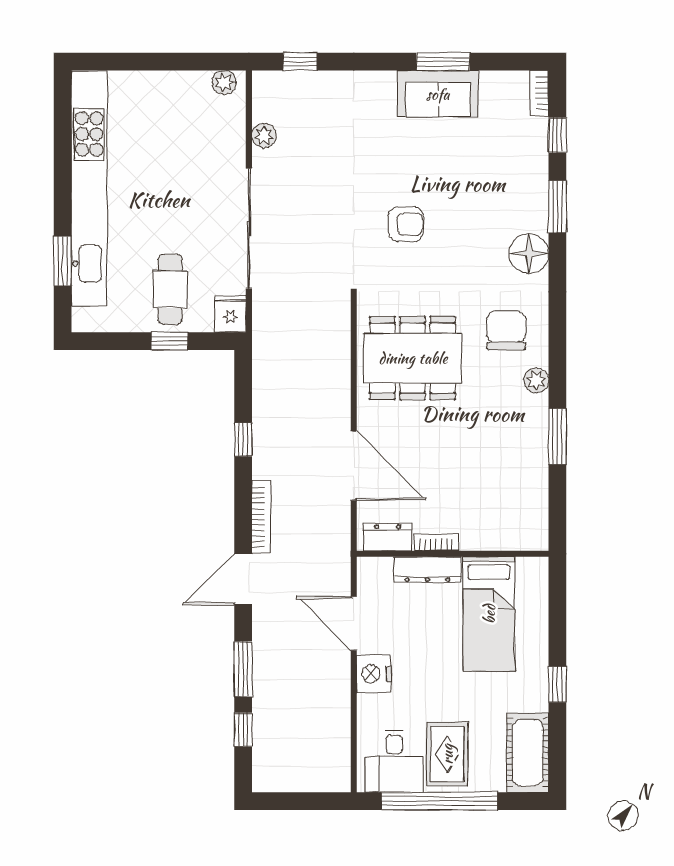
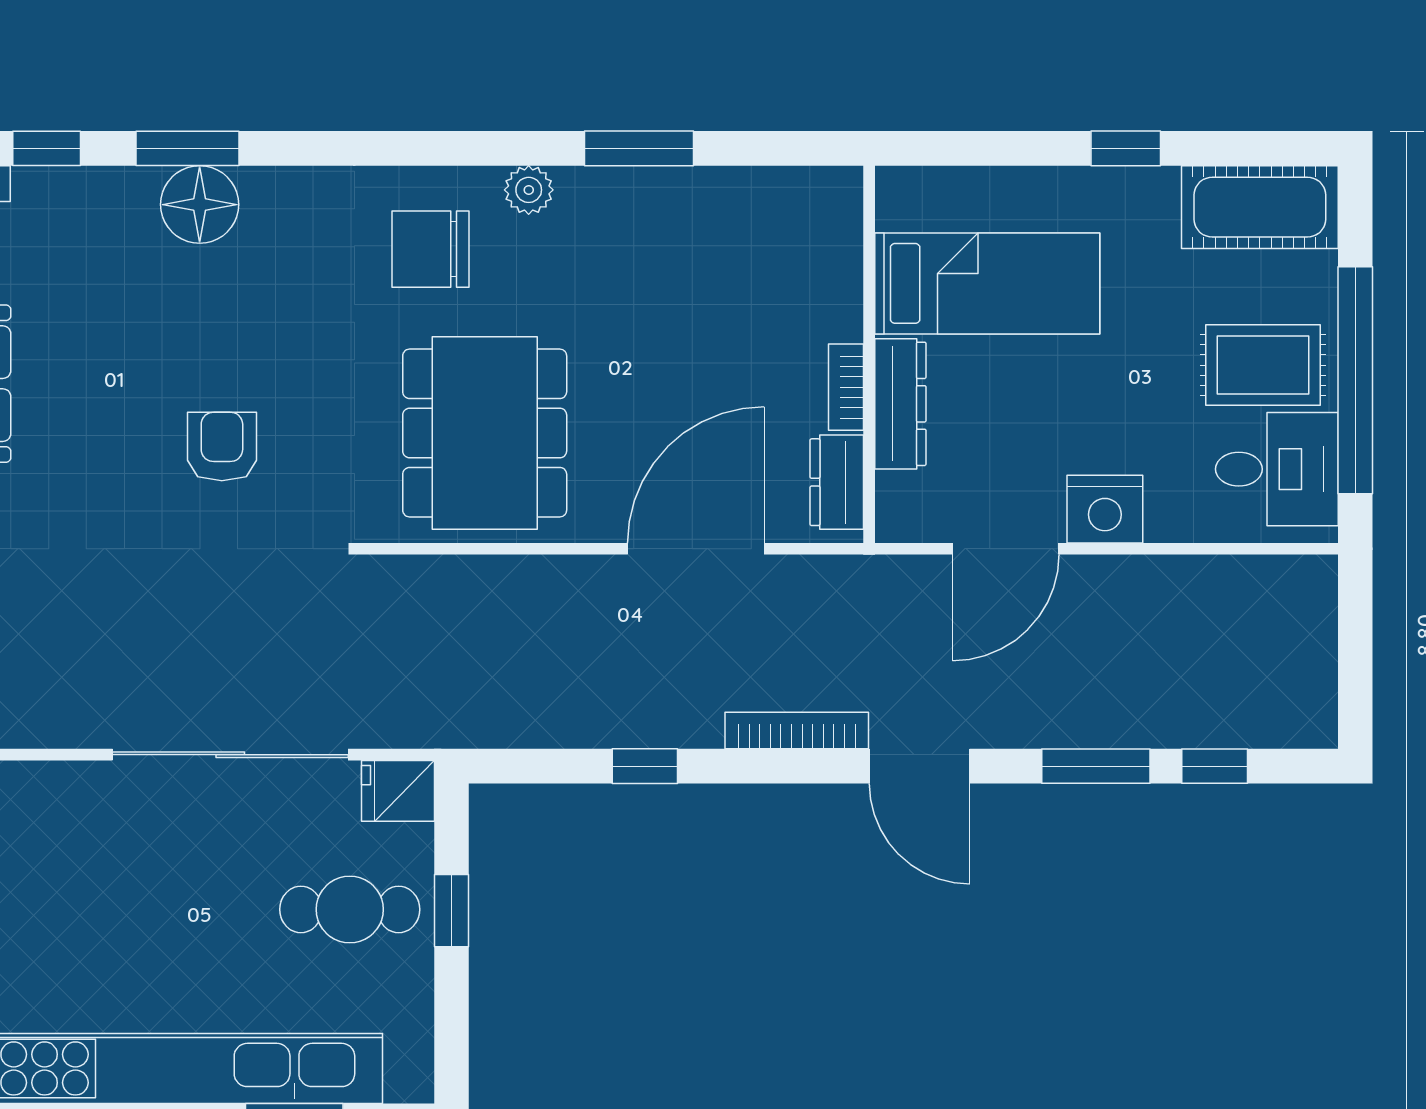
plant: (264, 136) -> (48, 725), removed
floor lamp: (529, 254) -> (200, 205), moved

